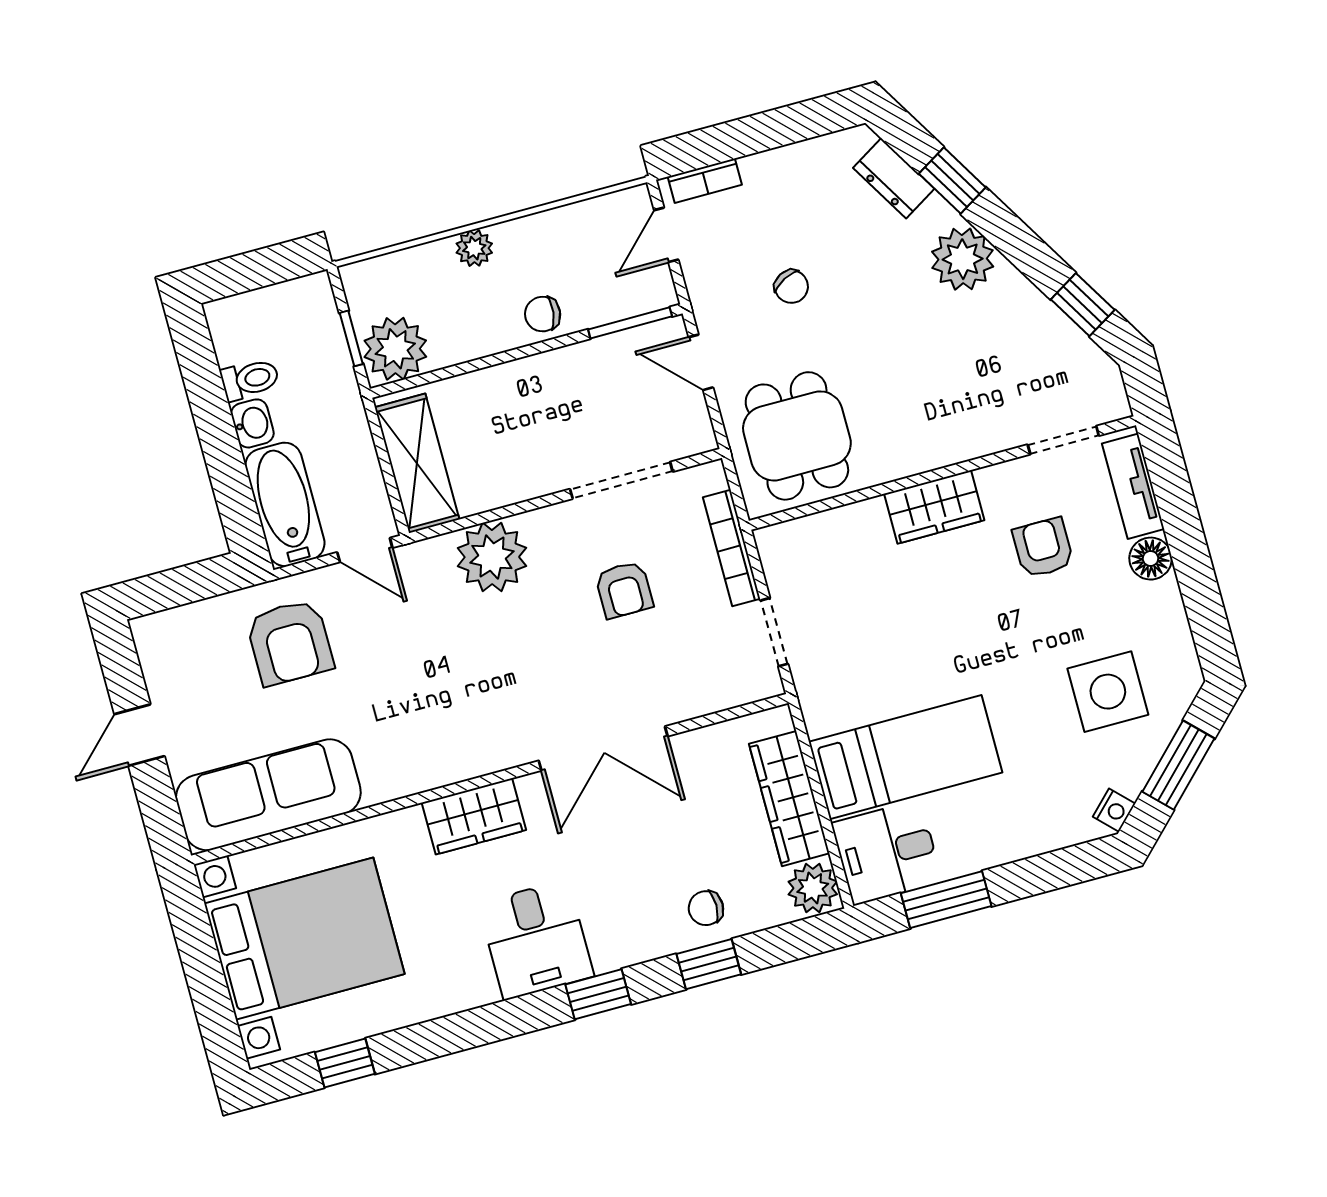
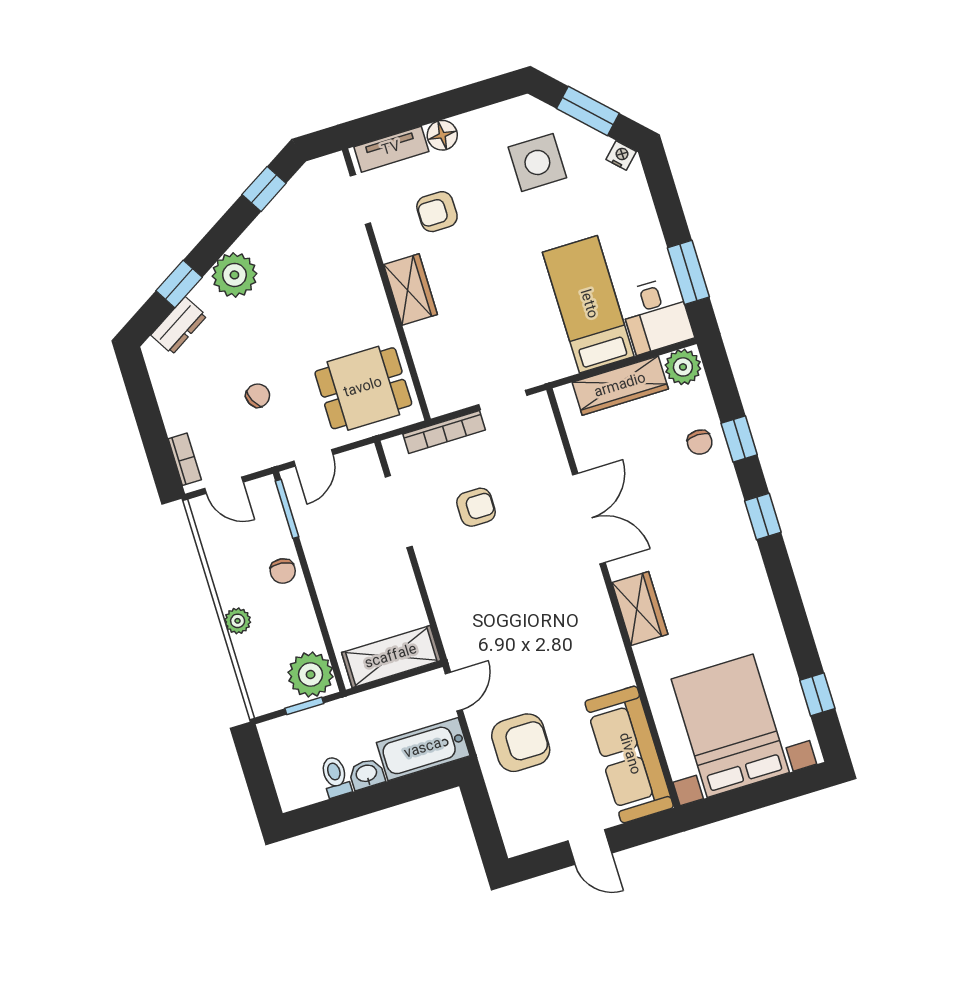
plant: (492, 557) -> (456, 601), removed
desk: (536, 940) -> (726, 562), removed

